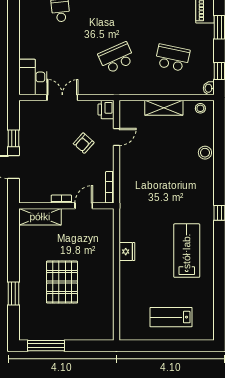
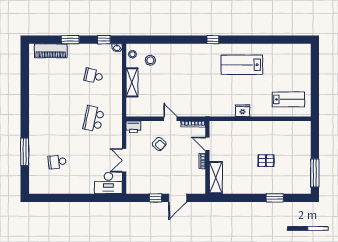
school desk: (116, 58) -> (94, 119), turned 36
school desk: (172, 58) -> (94, 76), width x0.54
door: (116, 137) -> (170, 119), moved
stool: (205, 153) -> (150, 60), moved
pallet: (62, 282) -> (266, 161), width x0.49, depth x0.50
lab bench: (171, 317) -> (288, 99), moved, turned -90

